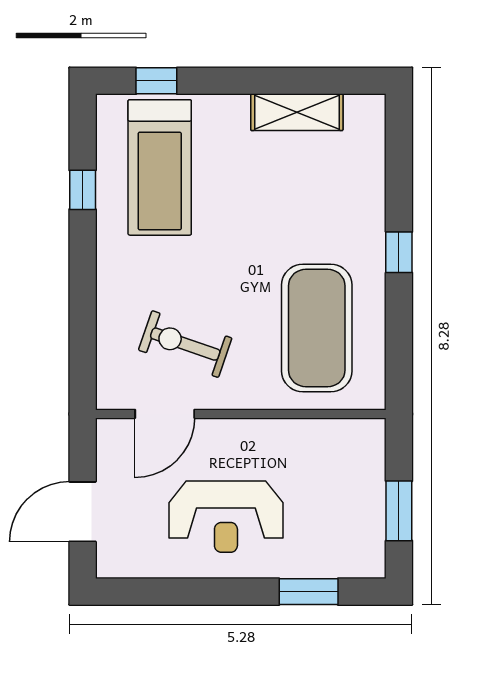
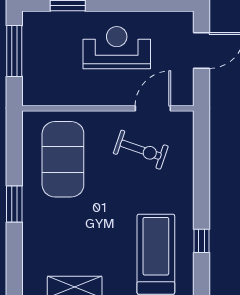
window: (399, 252) -> (14, 204), width x1.50
window: (399, 511) -> (14, 51), width x1.44

